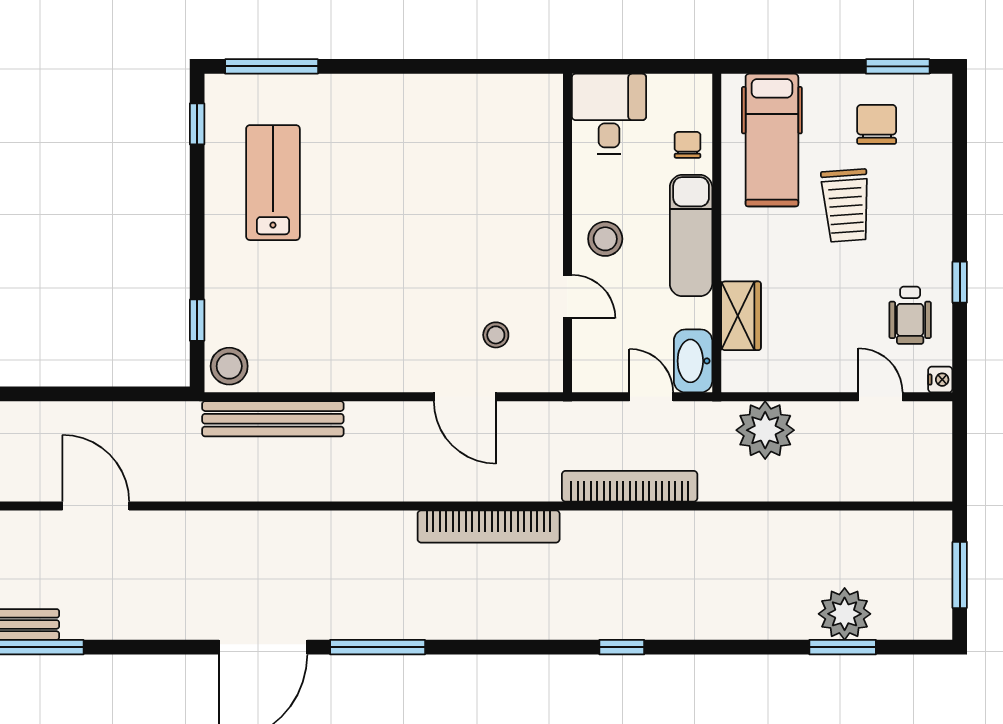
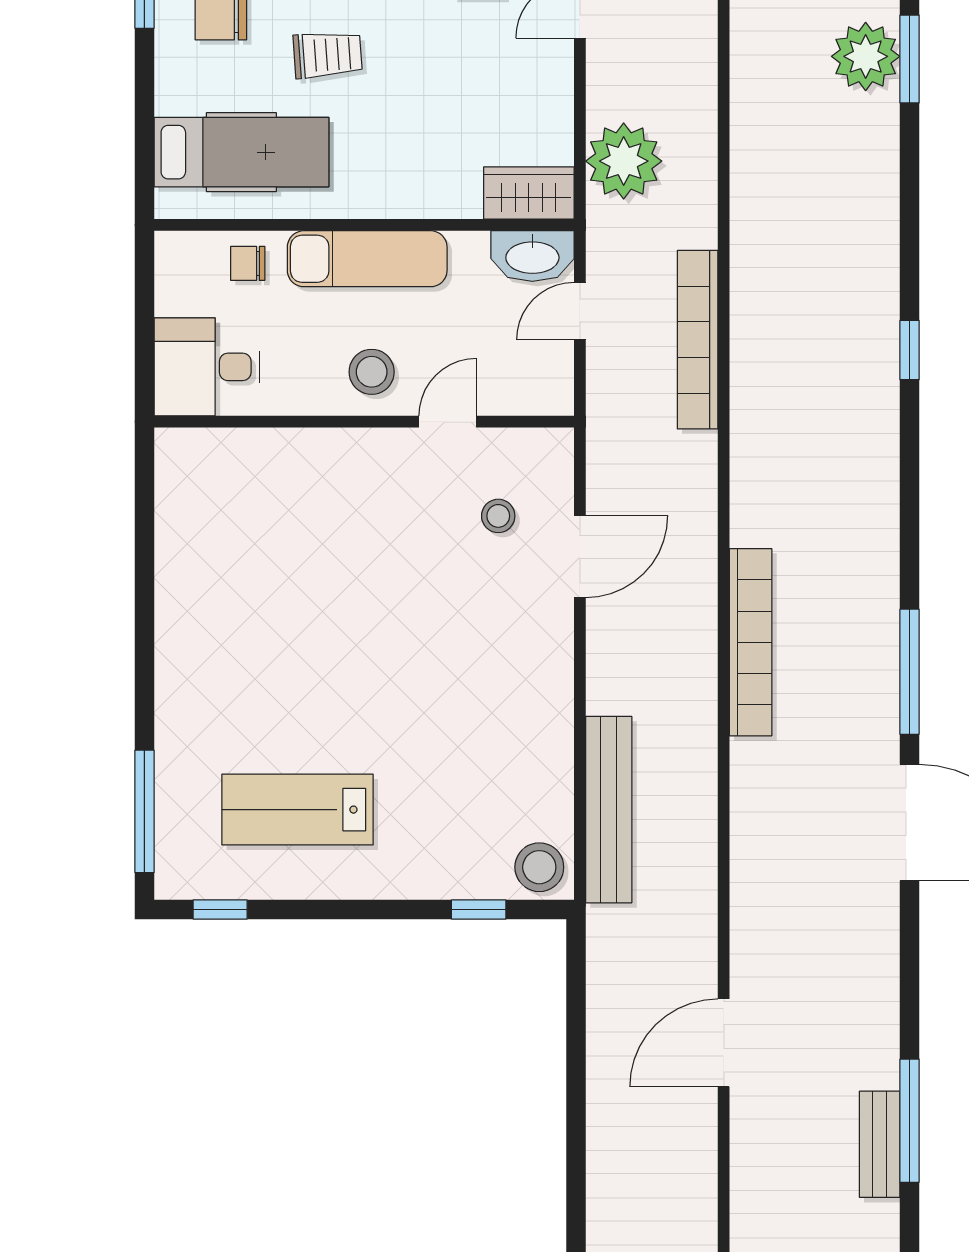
trolley: (846, 205) -> (328, 55), width x0.73, depth x0.72
wardrobe: (741, 316) -> (529, 193), moved
bookcase: (489, 526) -> (751, 642), moved

